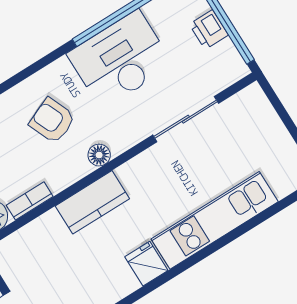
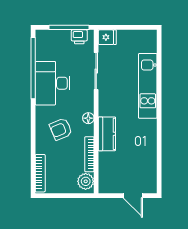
printer: (209, 30) -> (79, 37), moved
bookcase: (30, 201) -> (89, 154), width x1.56
fridge: (146, 264) -> (107, 37), moved, turned 180

